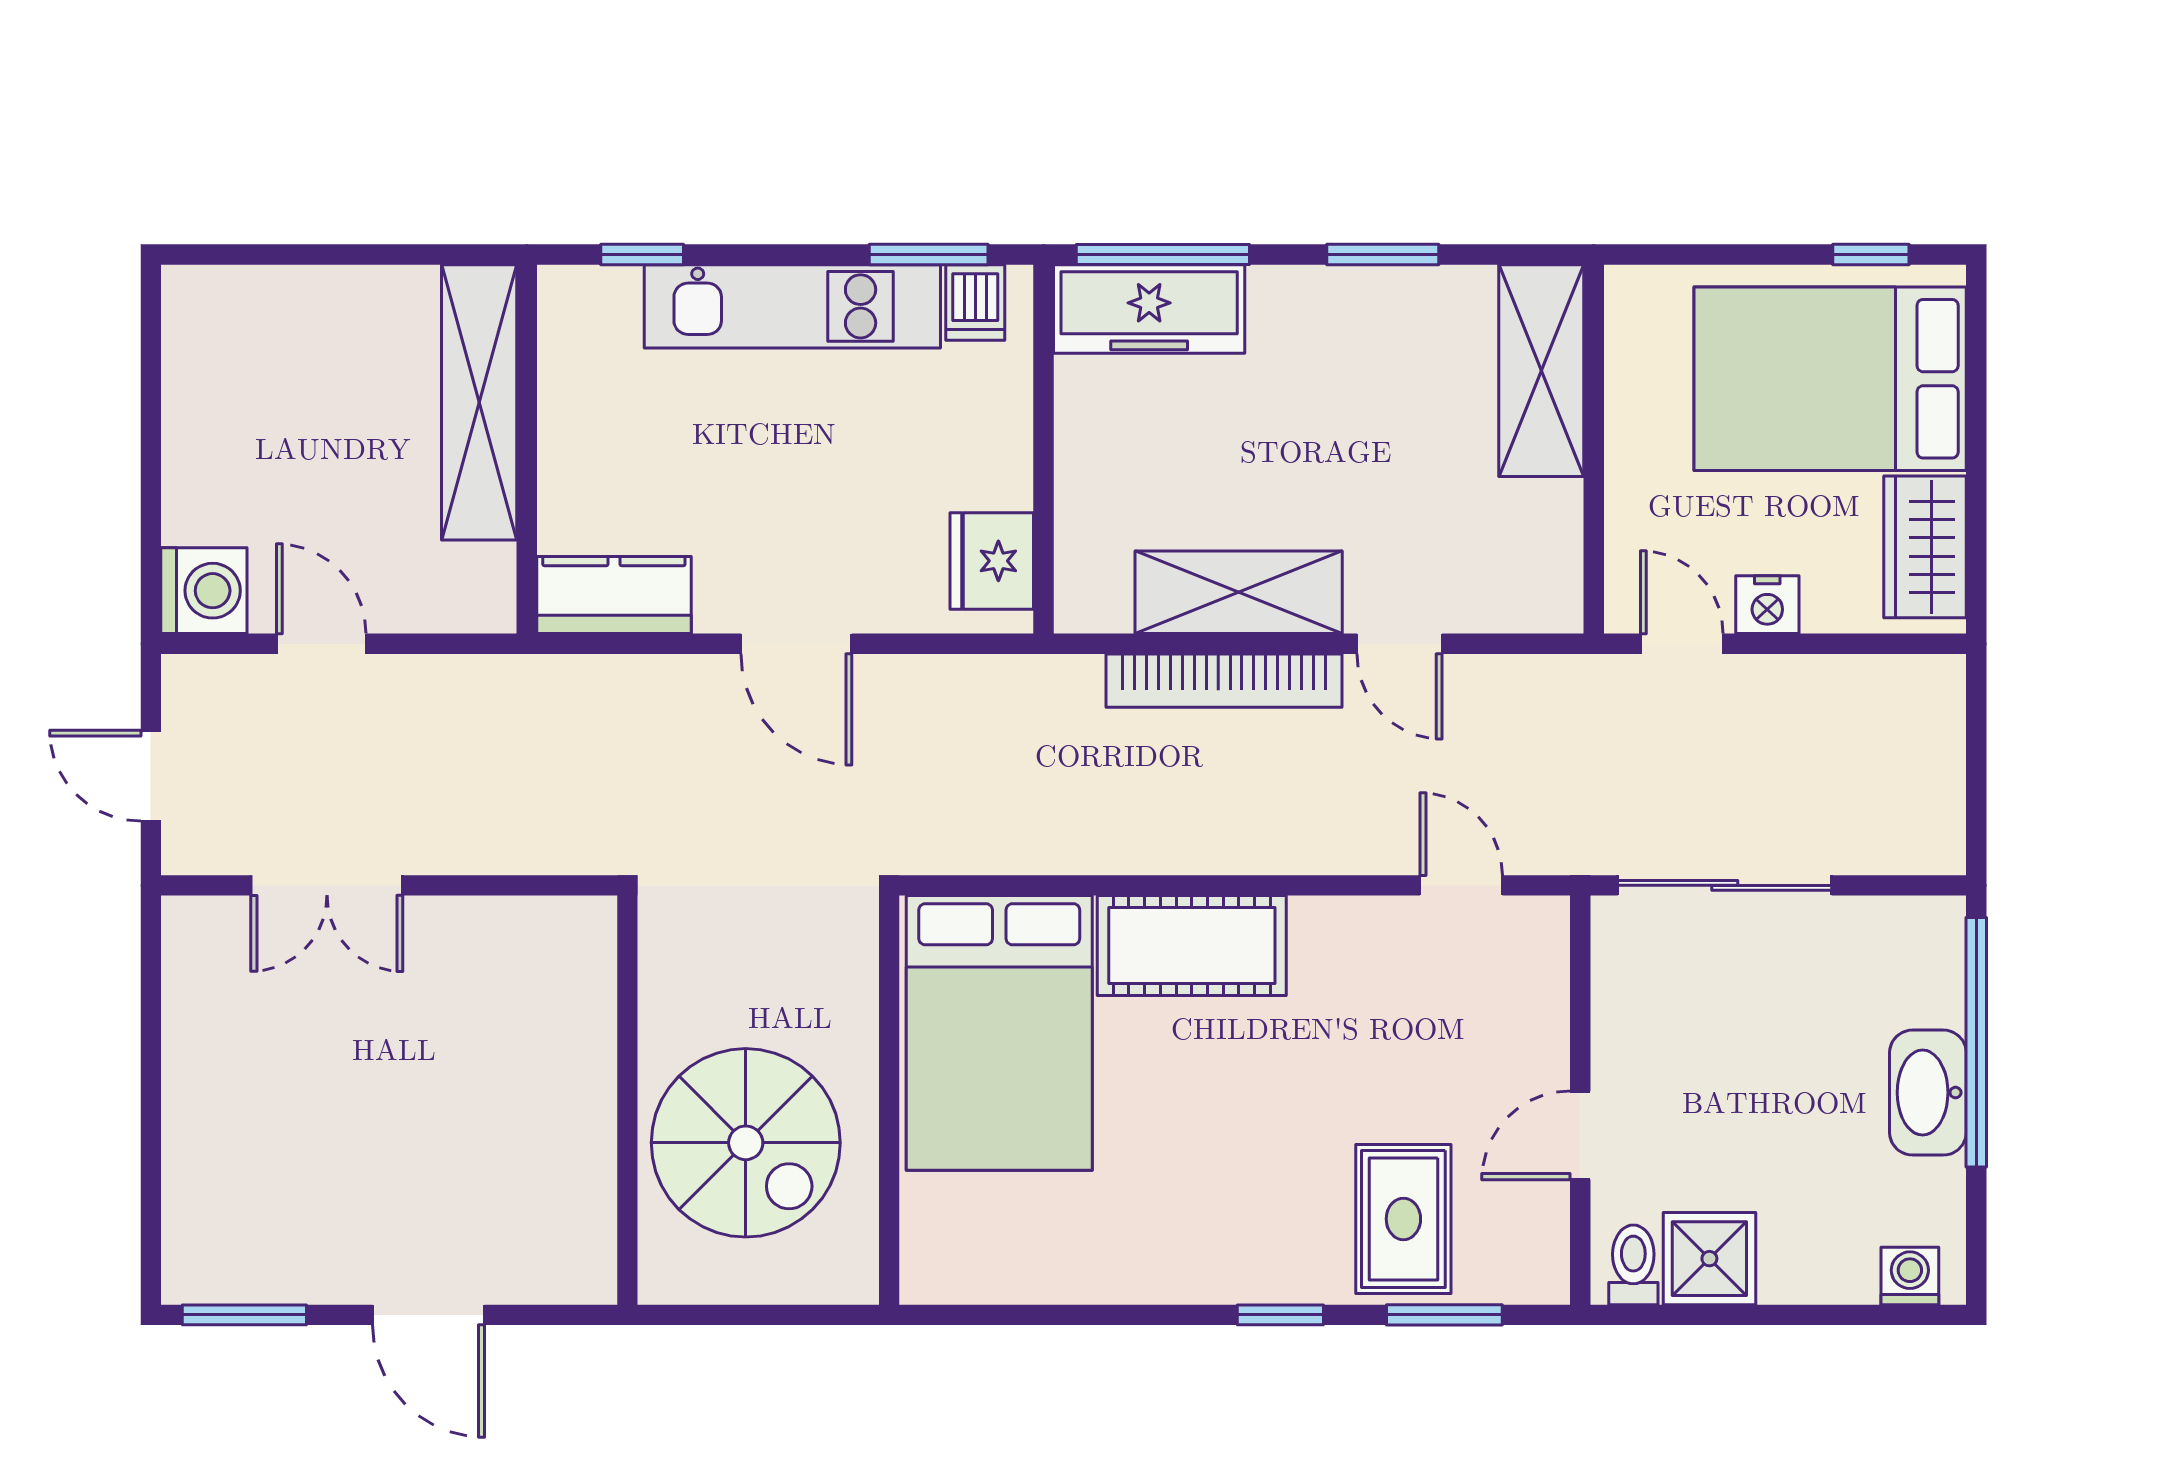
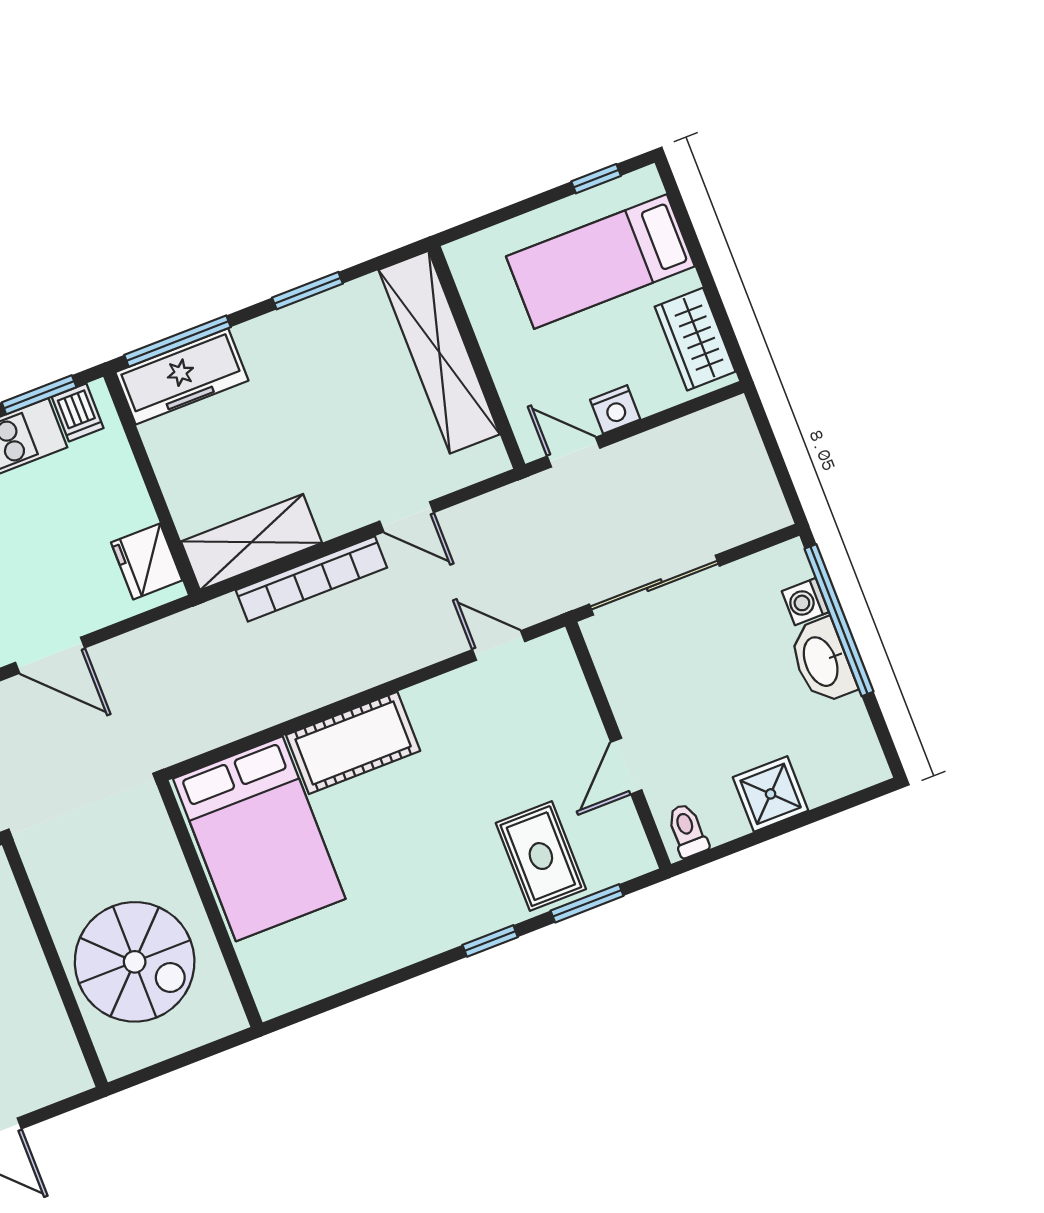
shelving: (1541, 371) -> (439, 352), width x1.47
bed: (1830, 379) -> (600, 261), width x0.67
shelving: (1239, 592) -> (252, 542), moved
shower: (1709, 1259) -> (771, 794), moved
washing machine: (1910, 1276) -> (805, 602), moved, turned -90

